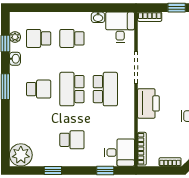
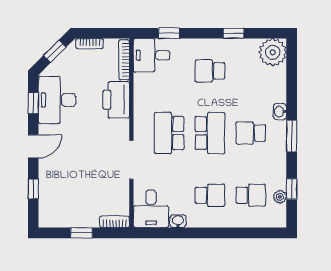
washbasin: (15, 59) -> (280, 112), moved
printer: (148, 103) -> (116, 100), moved

